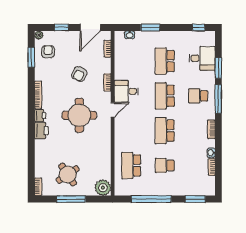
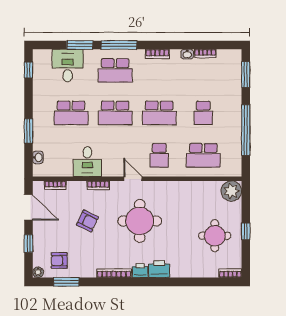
desk: (126, 91) -> (87, 162), moved
school desk: (198, 96) -> (115, 70), width x1.85
school desk: (131, 131) -> (159, 155), added
round table: (68, 175) -> (215, 236), turned 34
window: (71, 199) -> (246, 231), width x0.46

